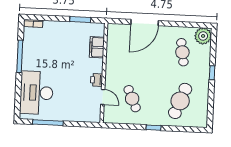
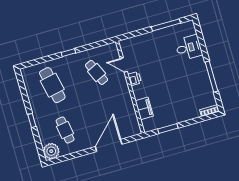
desk: (36, 93) -> (189, 48), width x0.53, depth x0.77
cafe table: (180, 101) -> (52, 85), turned -33

